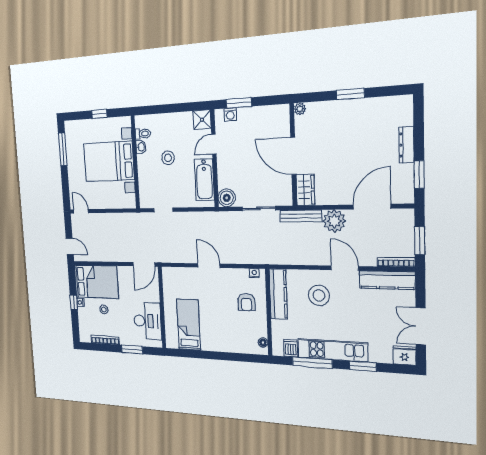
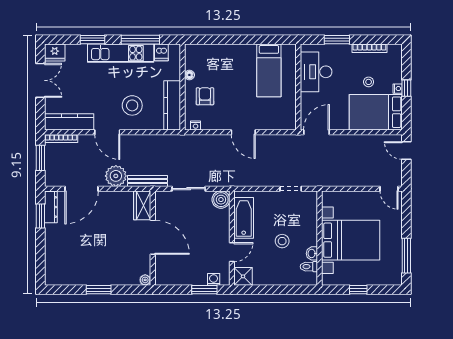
dresser: (406, 145) -> (51, 207), moved
floor lamp: (263, 343) -> (189, 75), moved

